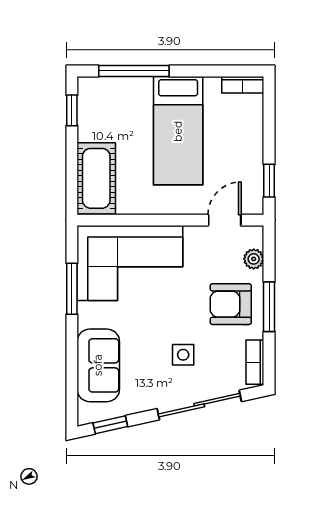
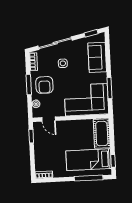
bed: (178, 131) -> (89, 160), moved, turned -90
door: (225, 220) -> (49, 119), hinge flipped
armchair: (231, 304) -> (44, 85), turned 90

